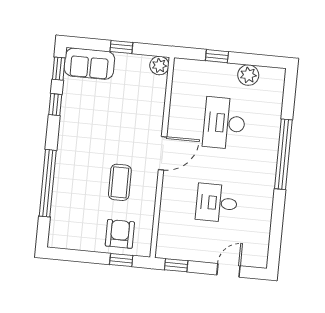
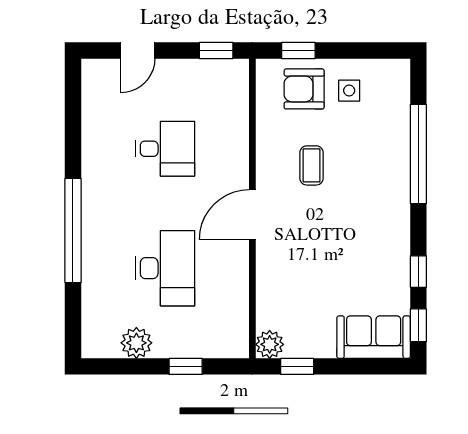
window: (121, 47) -> (297, 366), moved
coffee table: (120, 182) -> (311, 165), width x0.73, depth x0.77
side table: (90, 230) -> (349, 91), added
armchair: (120, 234) -> (304, 89), turned 90

